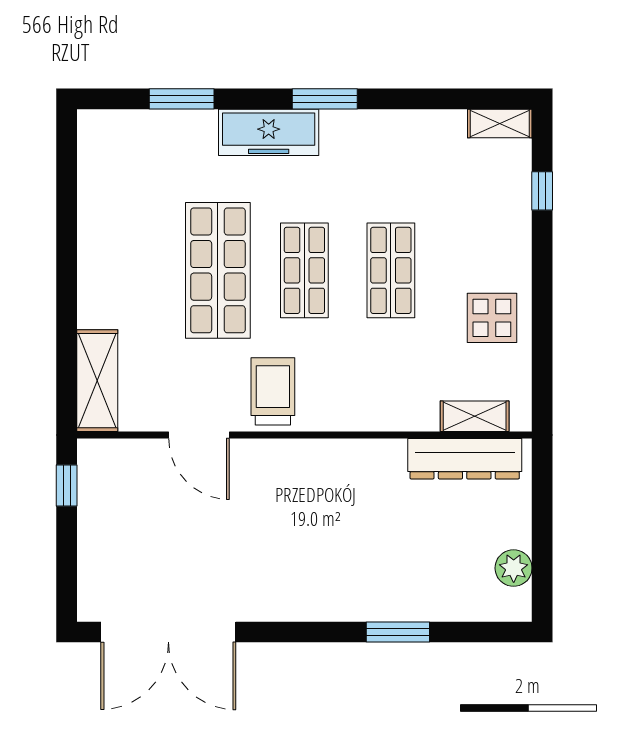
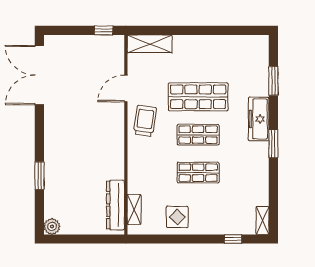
trolley: (273, 391) -> (145, 121), turned -82
plant: (514, 568) -> (52, 226), moved

